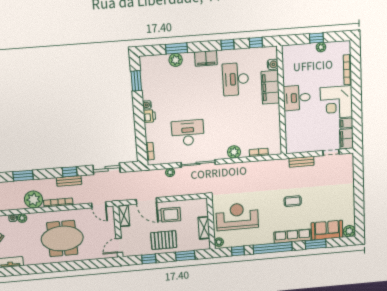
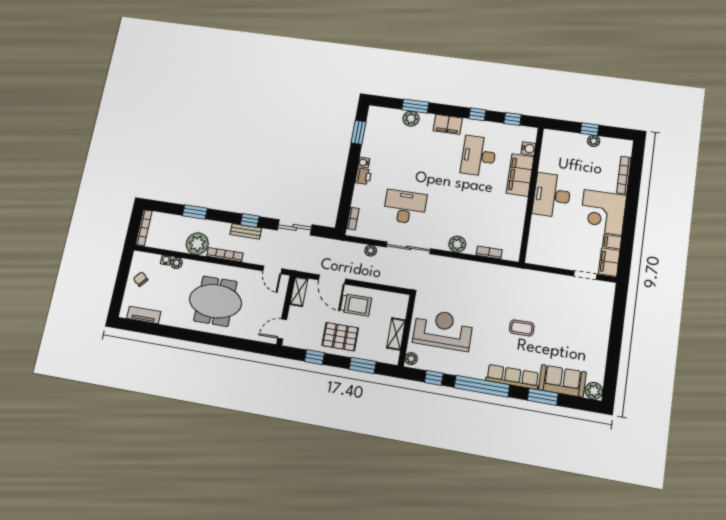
desk: (297, 98) -> (552, 195), width x1.37
bench: (301, 162) -> (543, 278), removed

